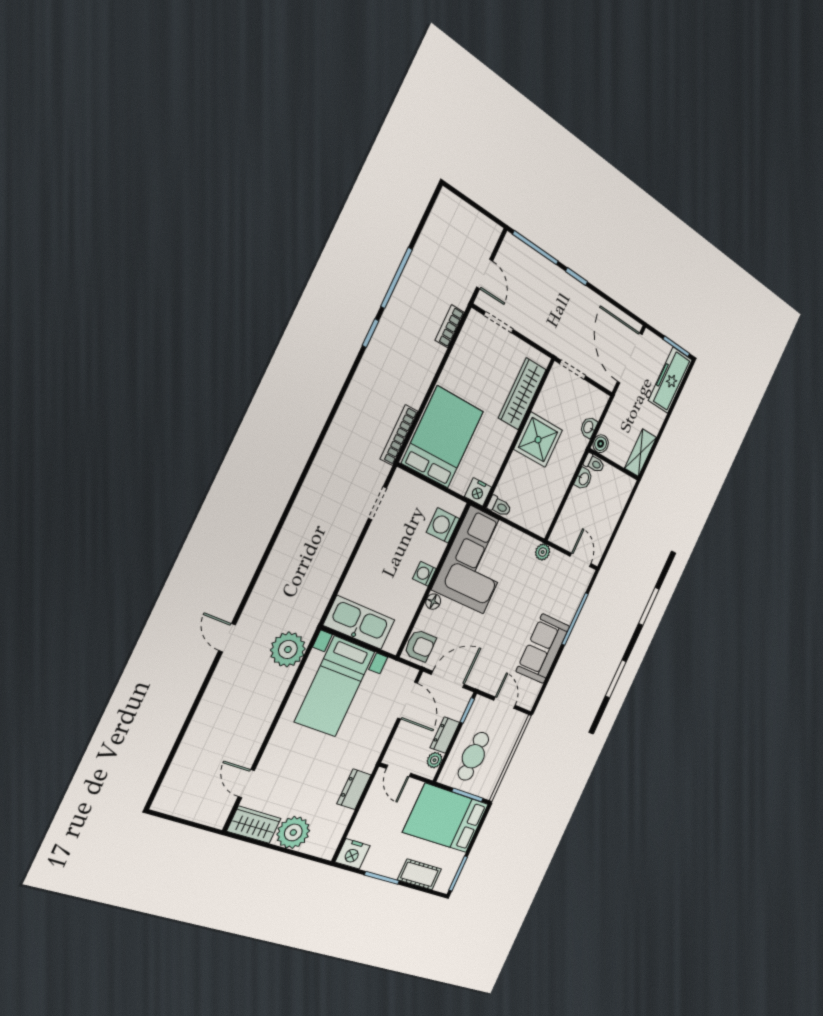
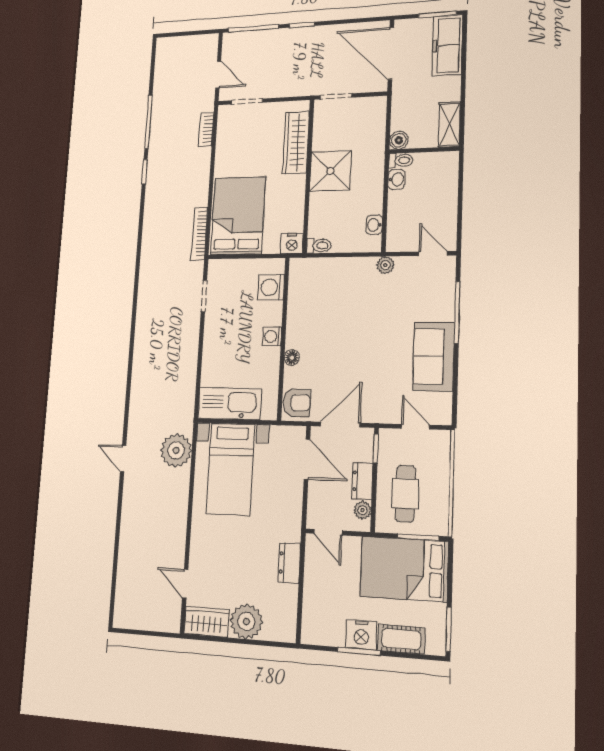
washbasin: (589, 427) -> (374, 225), moved
corner sofa: (477, 560) -> (319, 302), removed
nightstand: (353, 854) -> (361, 635), moved

